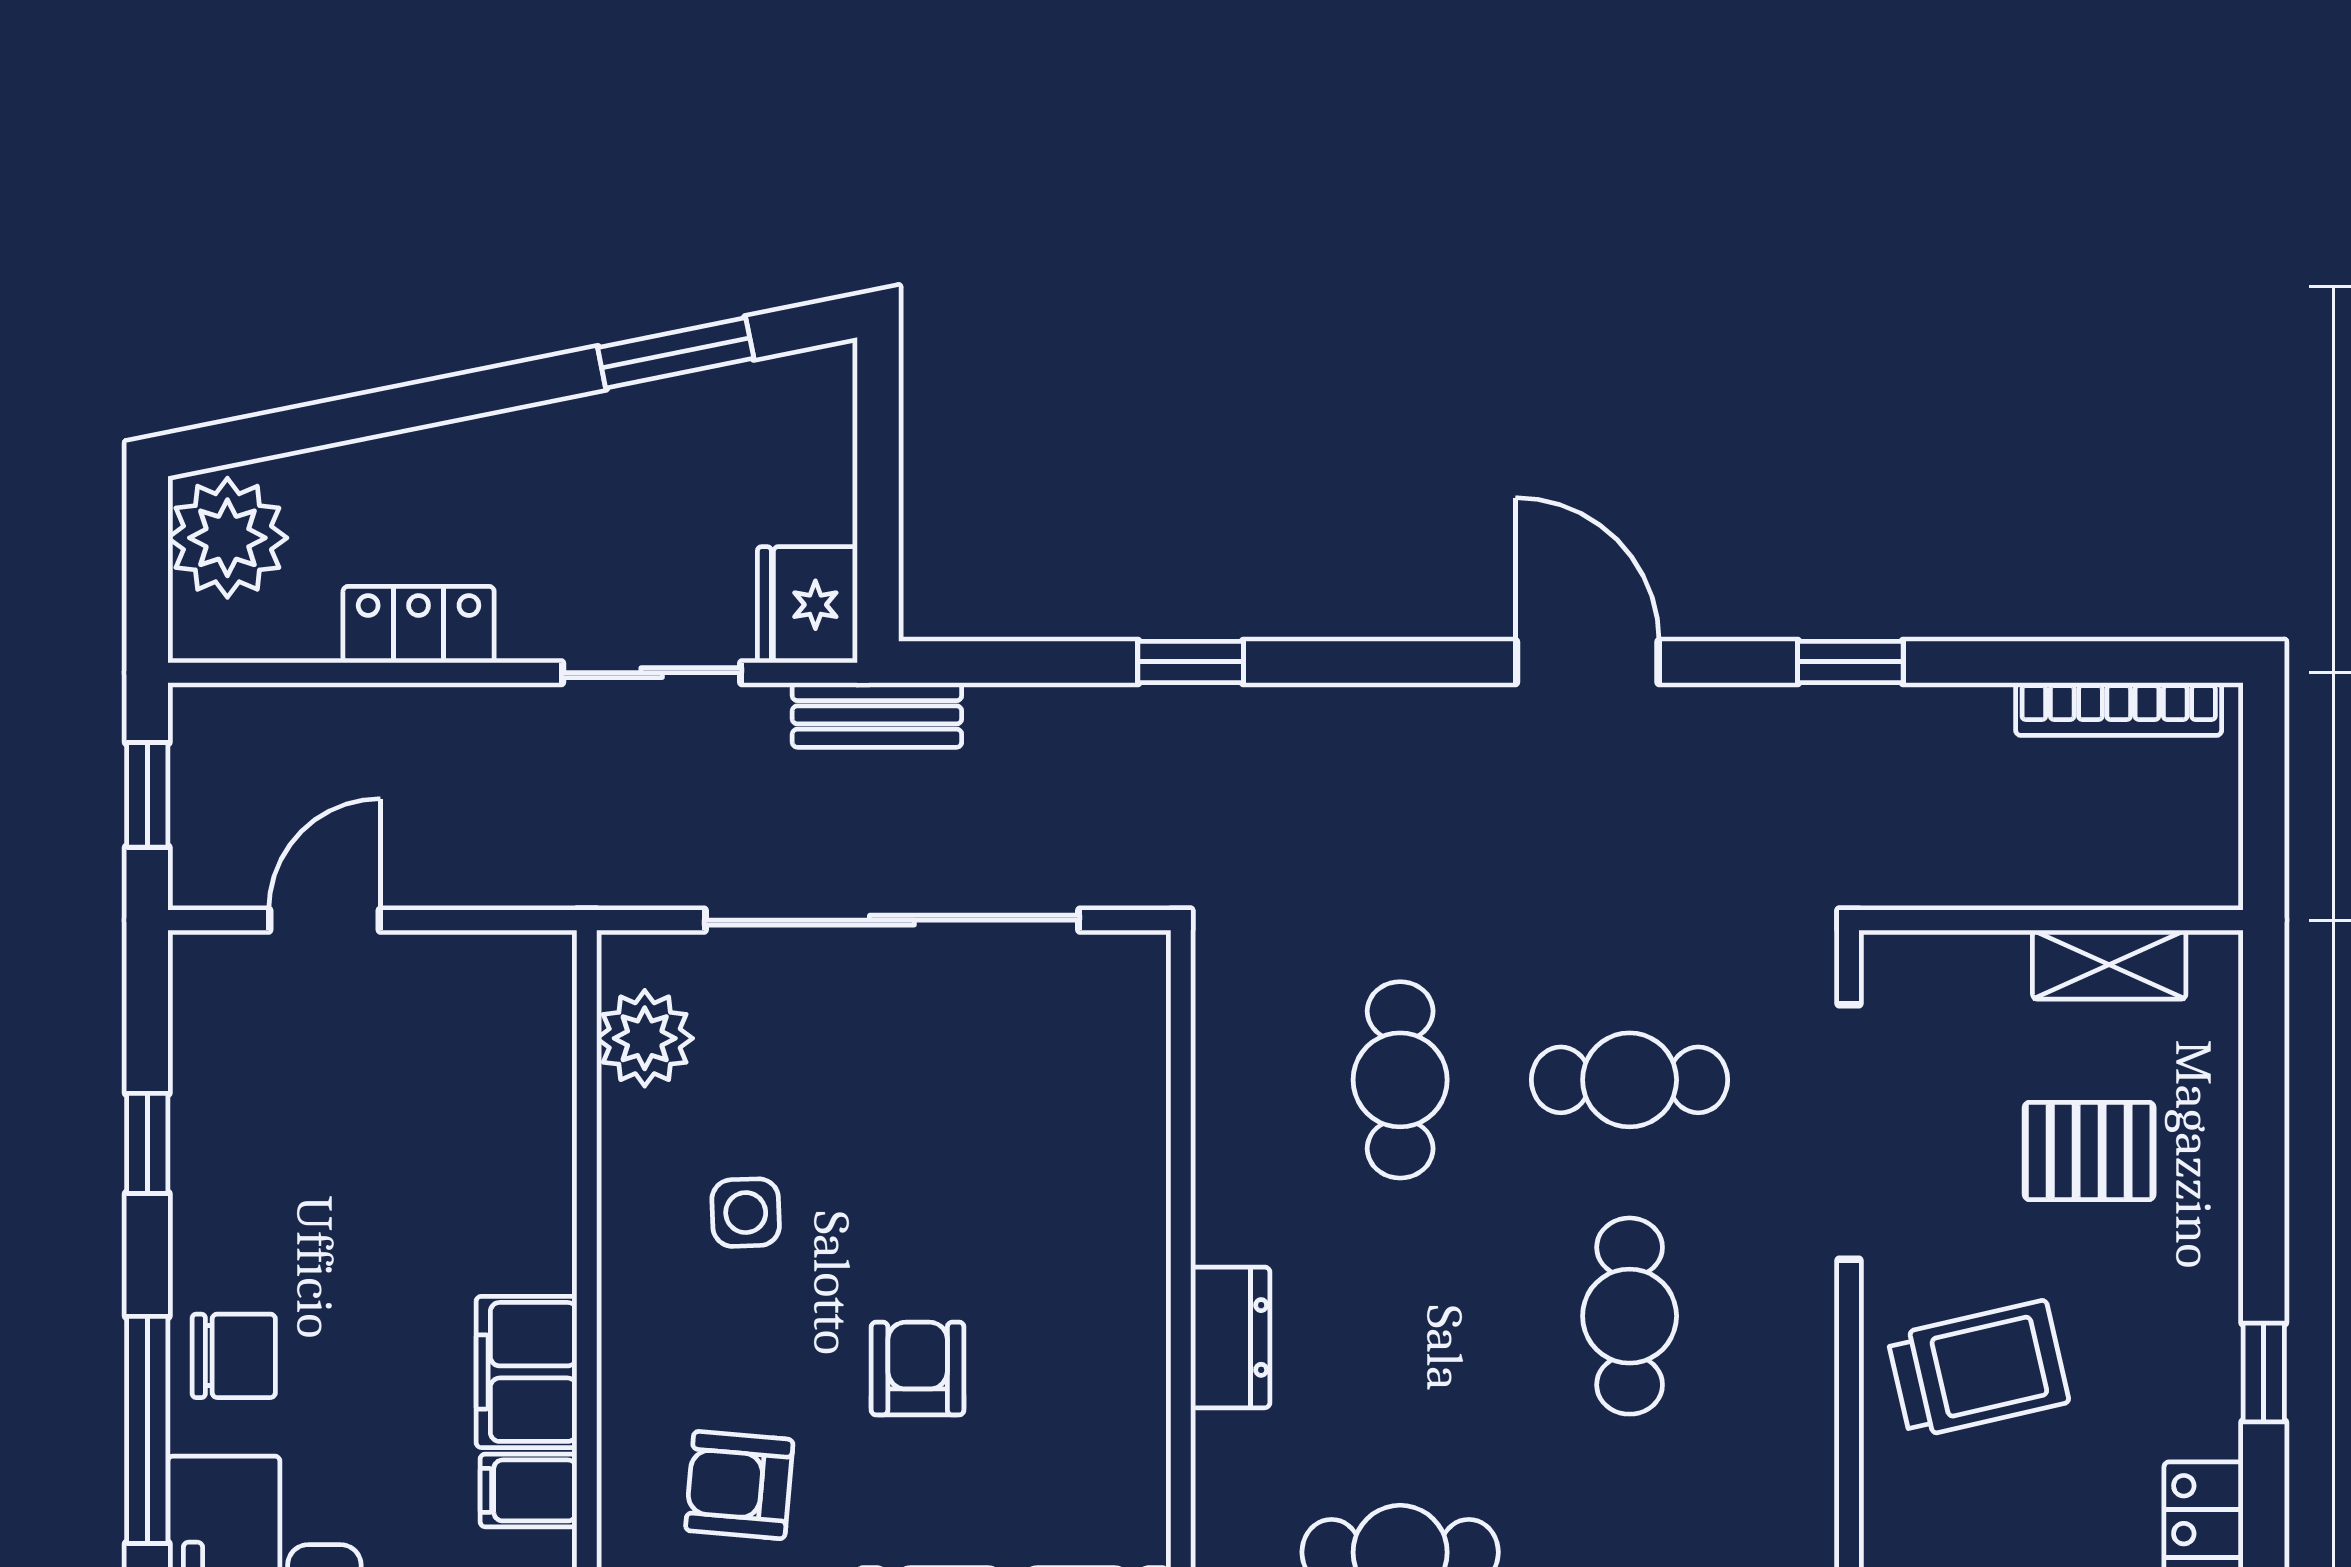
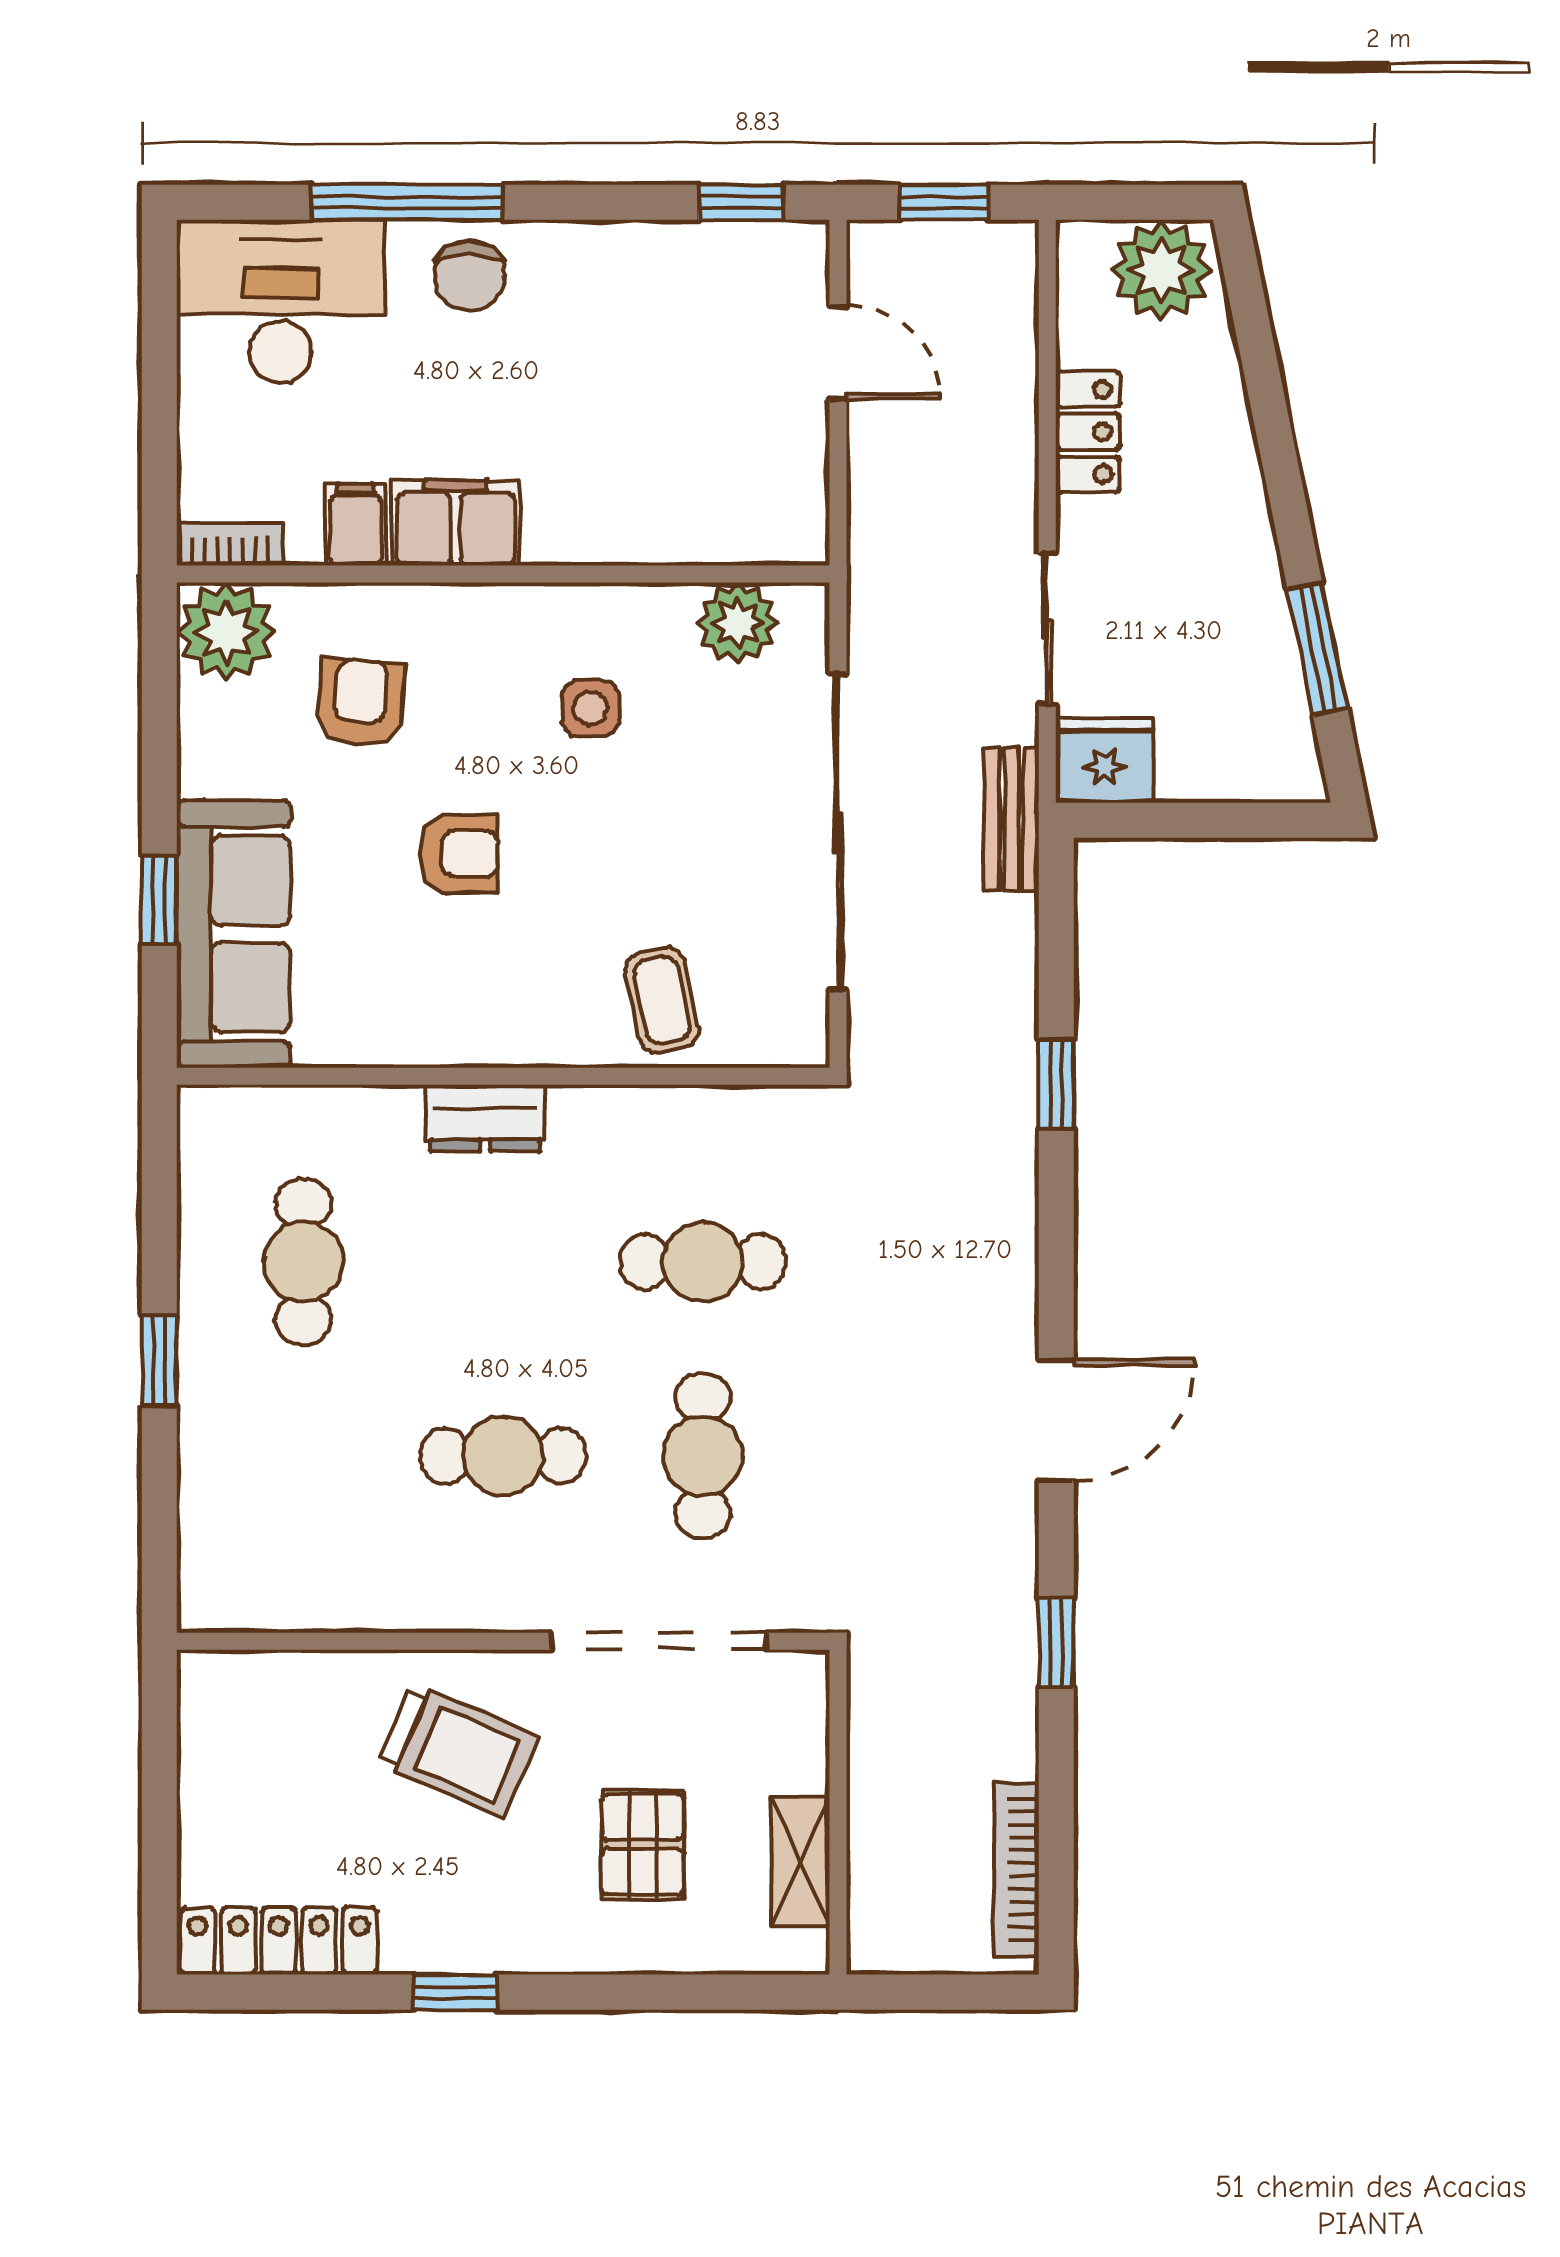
coffee table: (1091, 1128) -> (662, 1000), added
window: (147, 1143) -> (741, 202), moved
trolley: (1978, 1369) -> (458, 1751), turned -54

